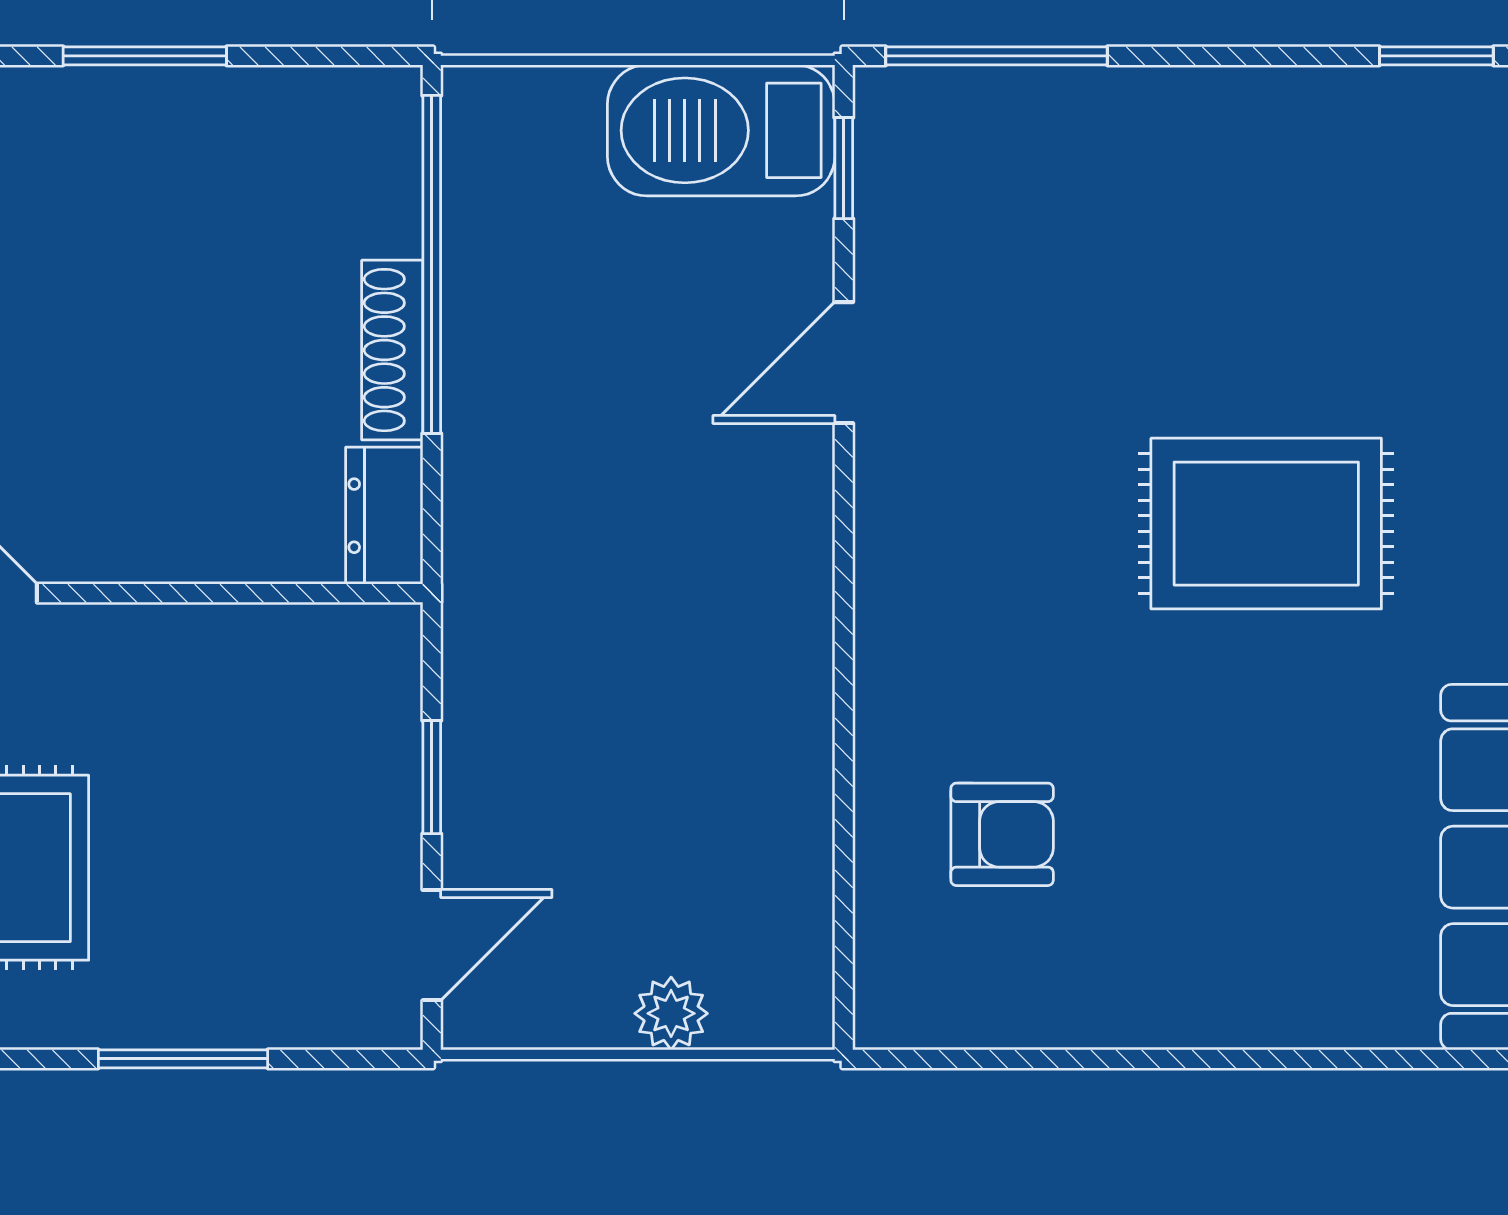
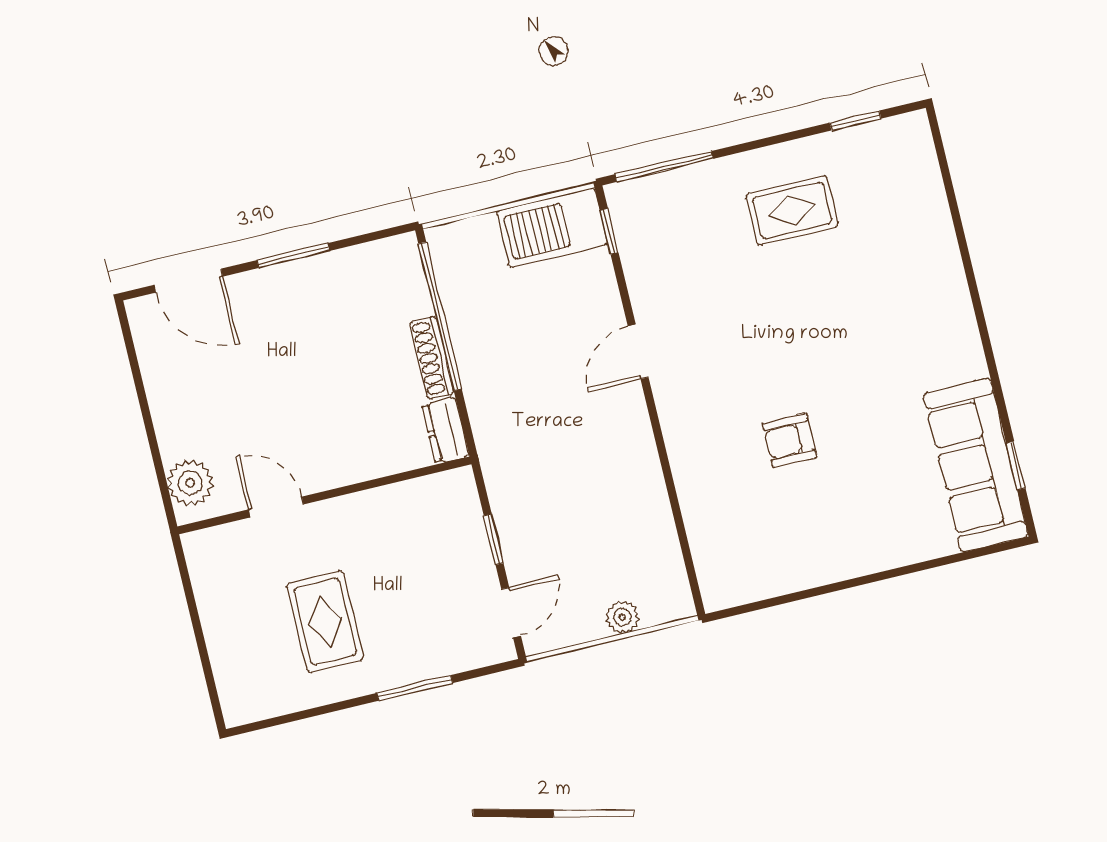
door: (844, 363) -> (638, 352), moved
rug: (1266, 524) -> (792, 210), moved, width x0.73, depth x0.70
armchair: (1002, 834) -> (790, 440), moved, turned 180

